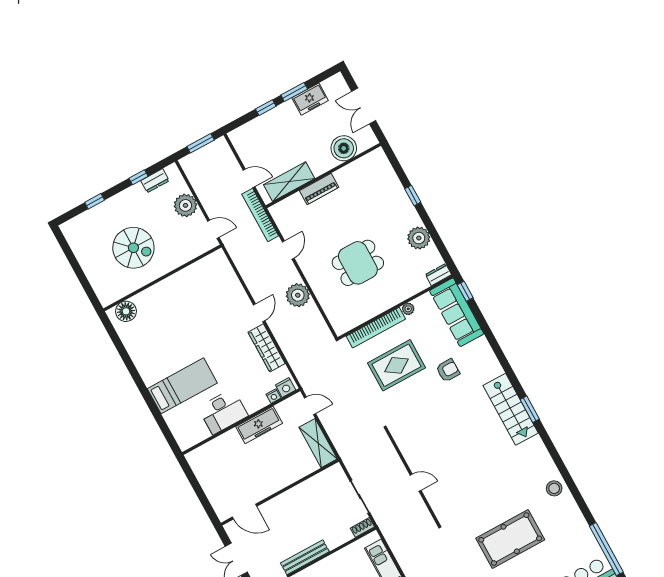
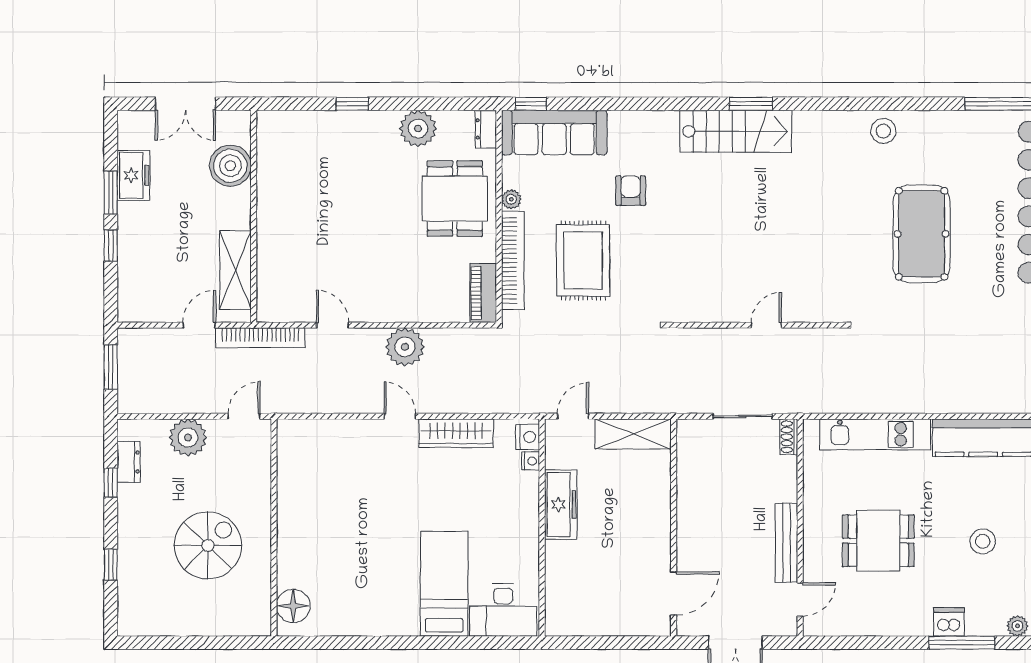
piano: (319, 189) -> (483, 293), moved, turned 180
dining table: (358, 263) -> (455, 199), moved
desk: (223, 412) -> (503, 610), moved, turned 90

